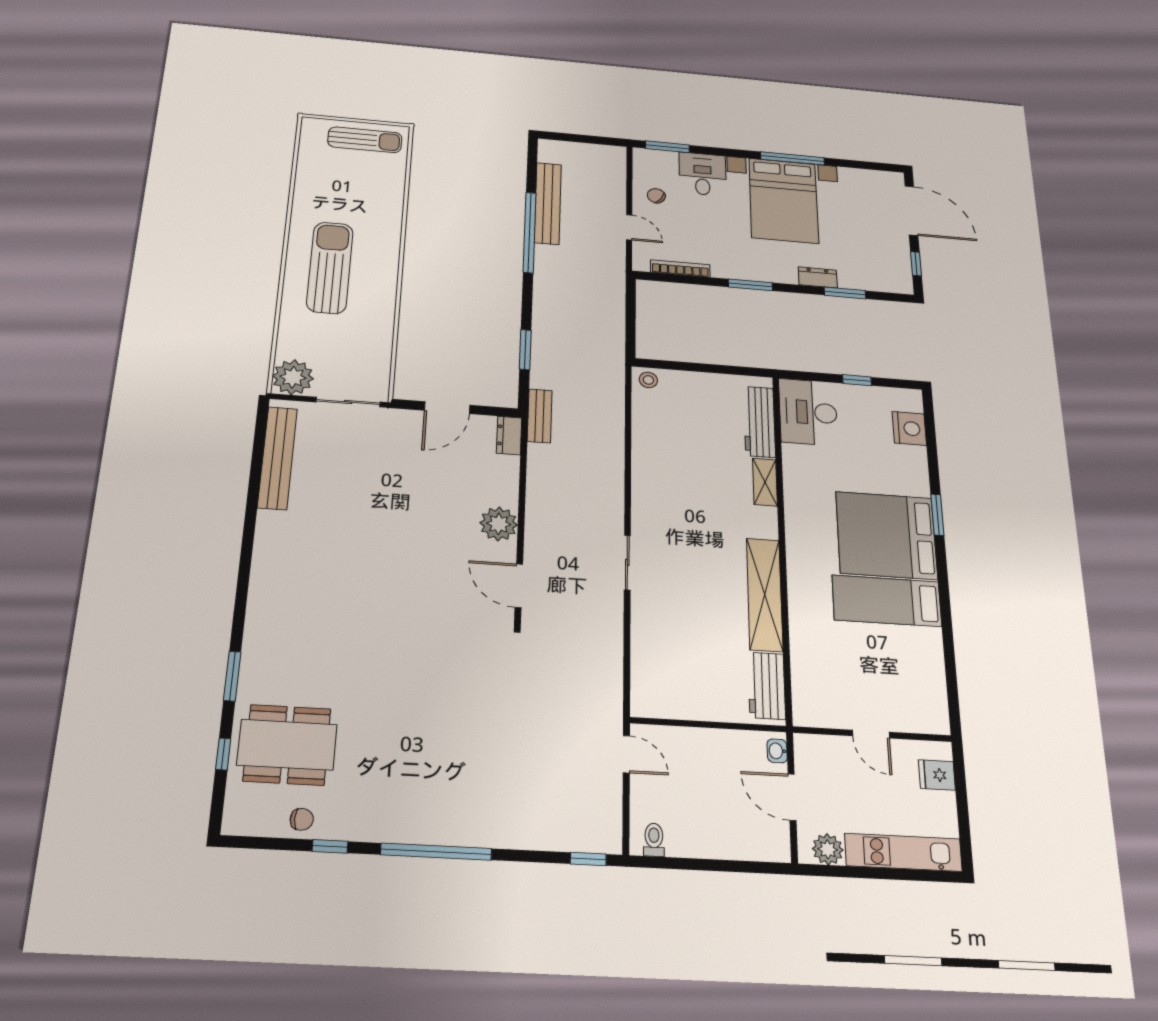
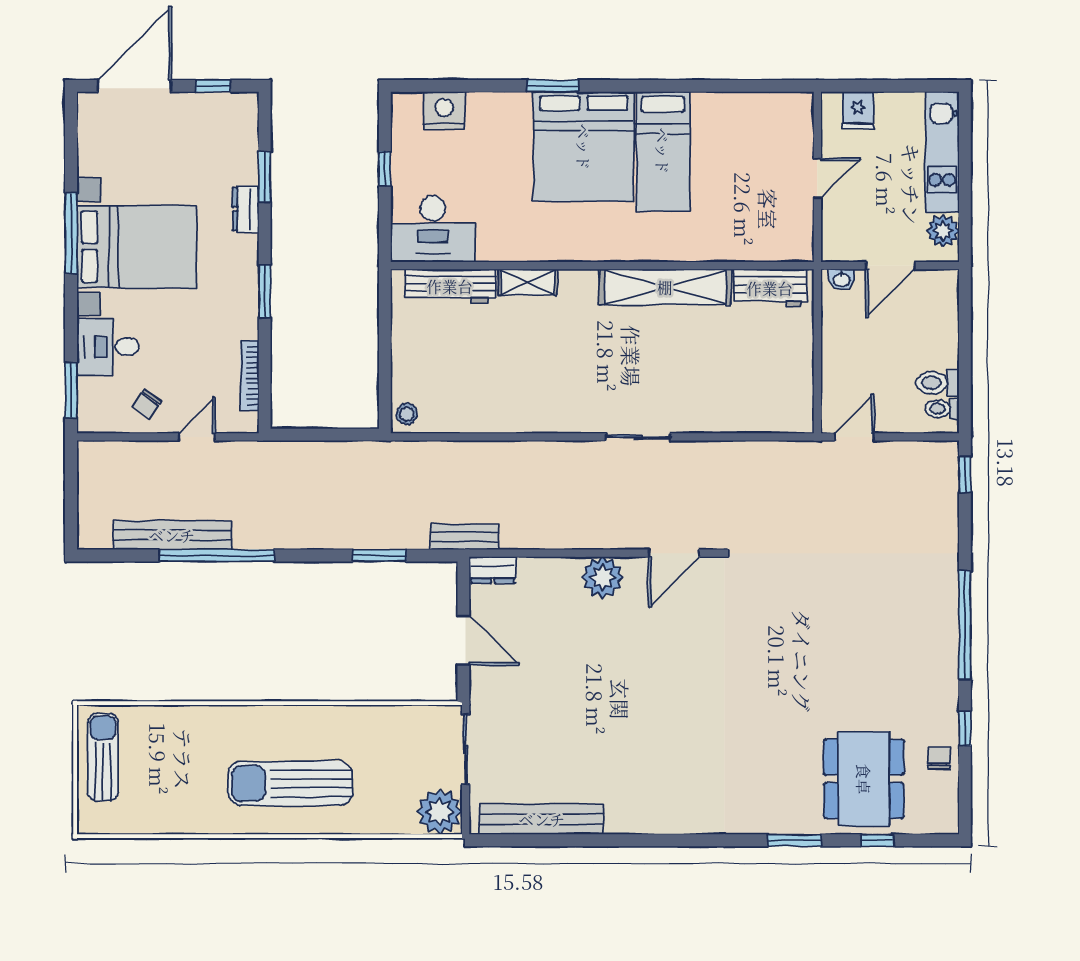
toilet: (679, 837) -> (937, 383), added

